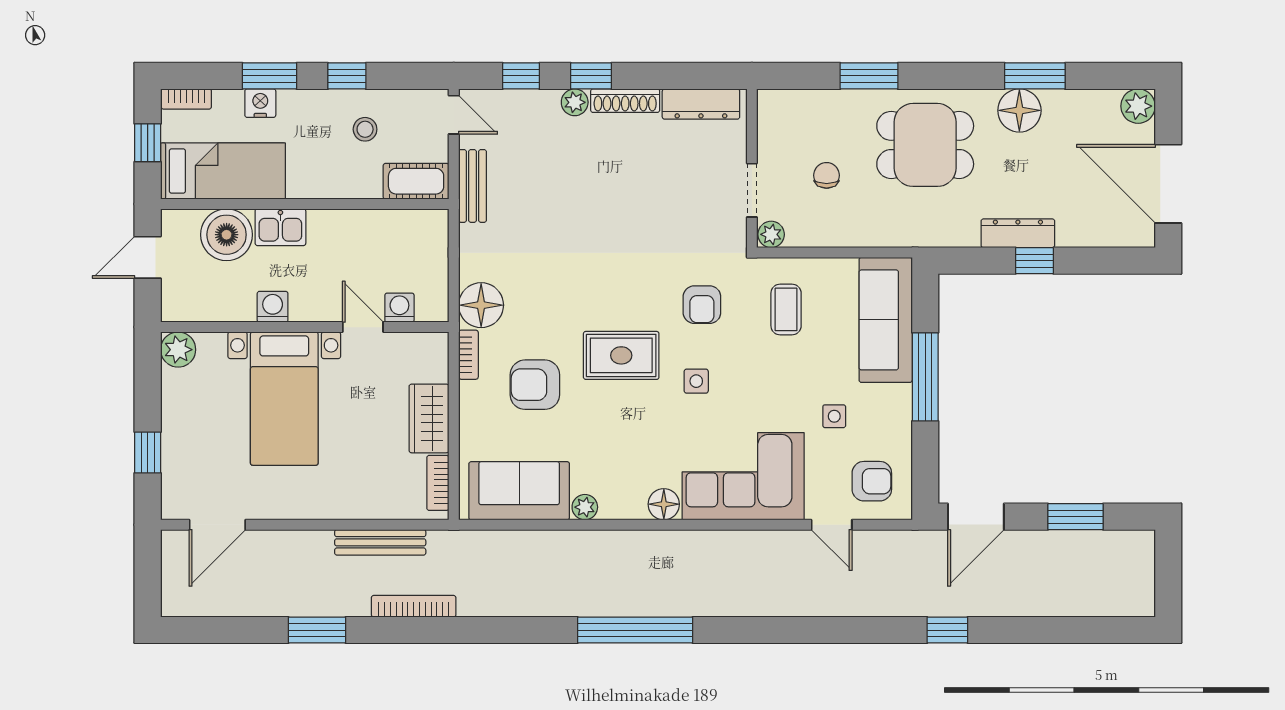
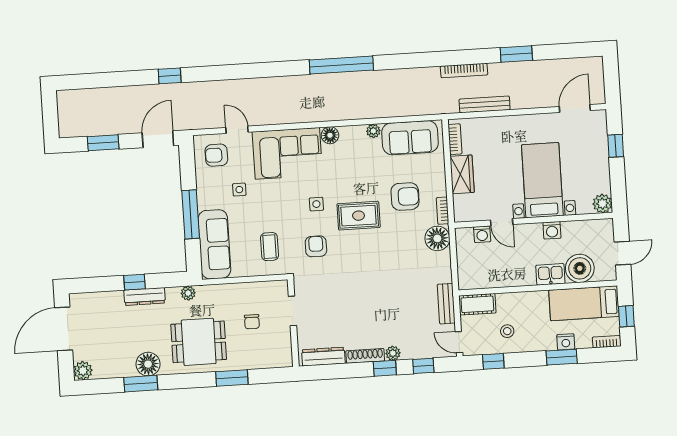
window: (347, 76) -> (493, 361), moved
door: (1168, 184) -> (64, 329), swing flipped
plant: (771, 234) -> (188, 293), moved

